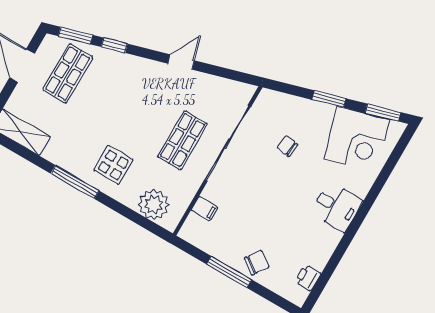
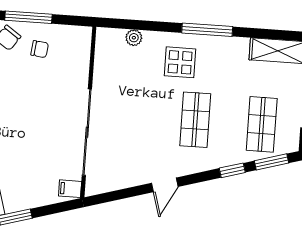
shop shelf: (182, 140) -> (195, 120), moved
chair: (287, 146) -> (40, 49), moved
plant: (154, 205) -> (134, 38), width x0.53, depth x0.53
filing cabinet: (204, 209) -> (70, 189), moved

